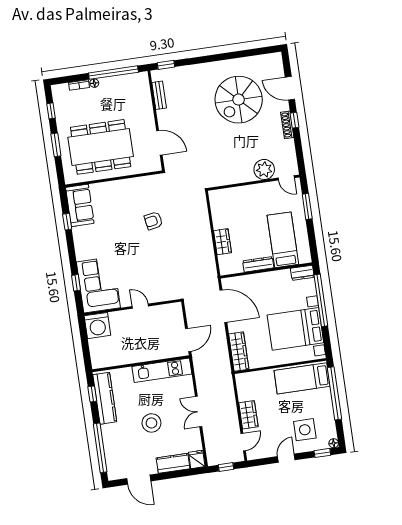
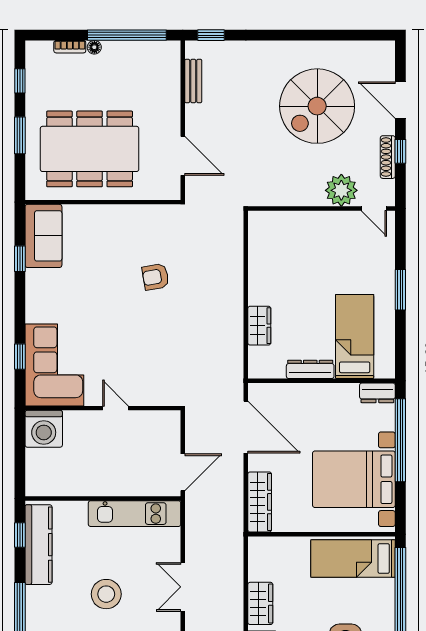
plant: (264, 169) -> (341, 190), moved
door: (286, 178) -> (374, 208), moved
wall: (253, 183) -> (321, 208), moved

